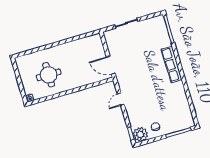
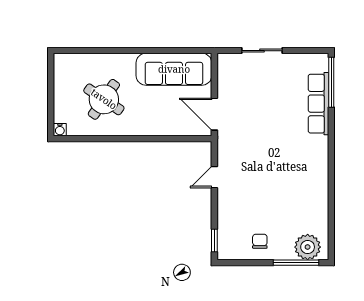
sofa: (82, 47) -> (174, 69), added
row of seats: (172, 64) -> (318, 104), moved
round table: (49, 75) -> (104, 99), turned 34
plant: (140, 134) -> (308, 247), moved

